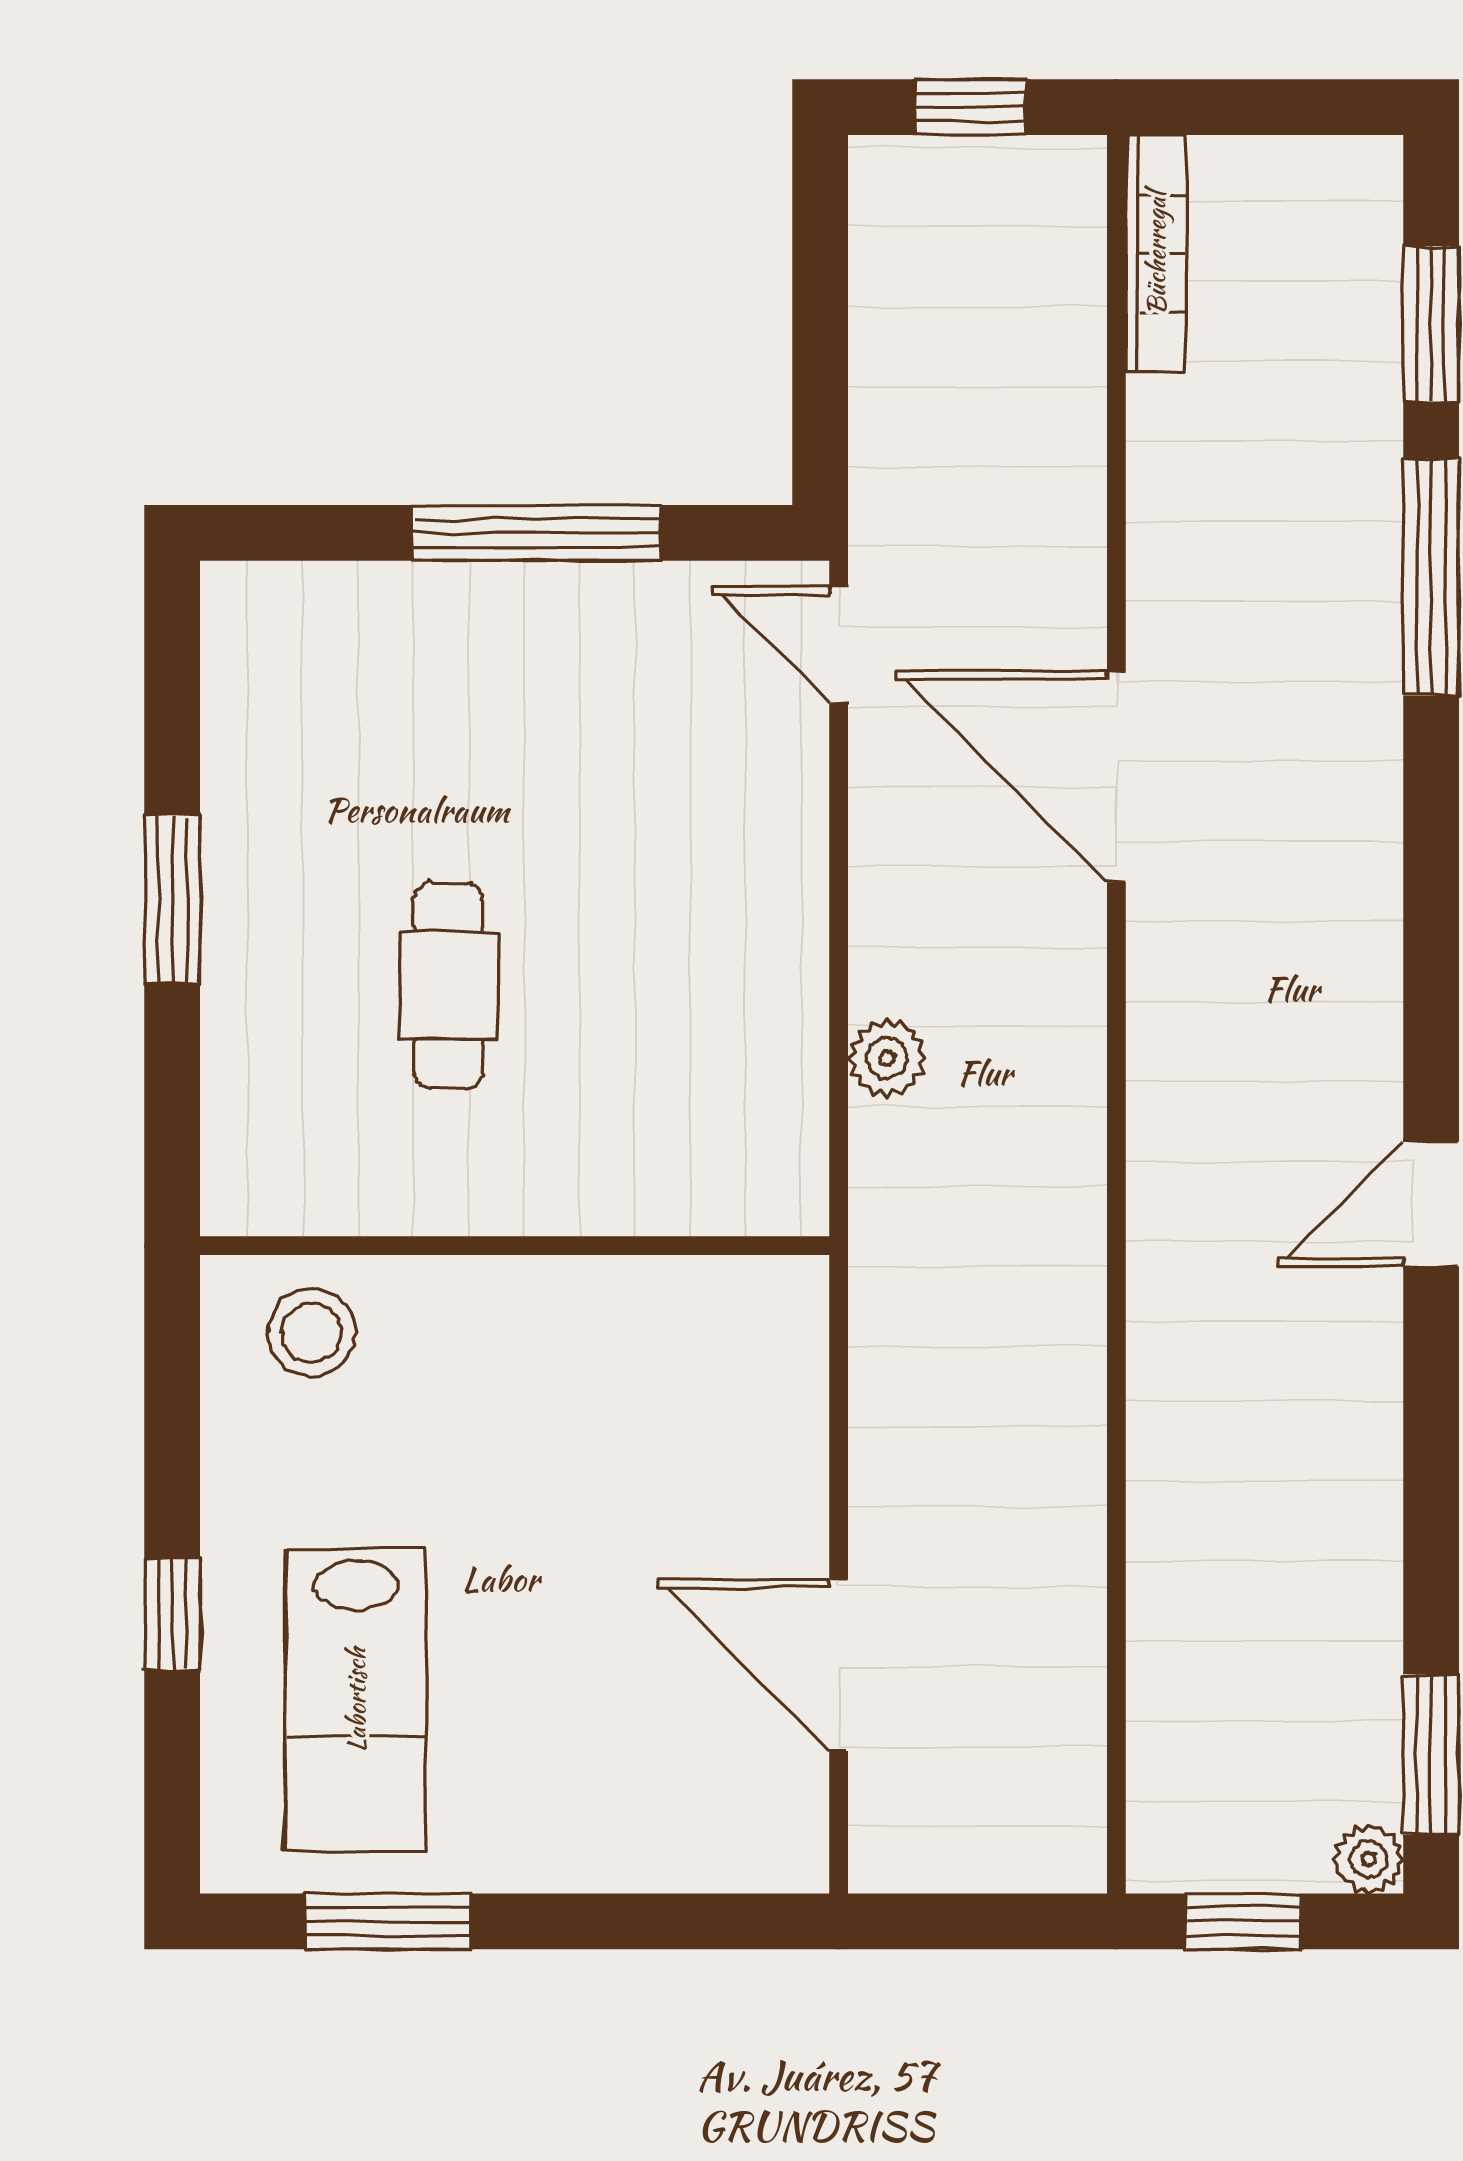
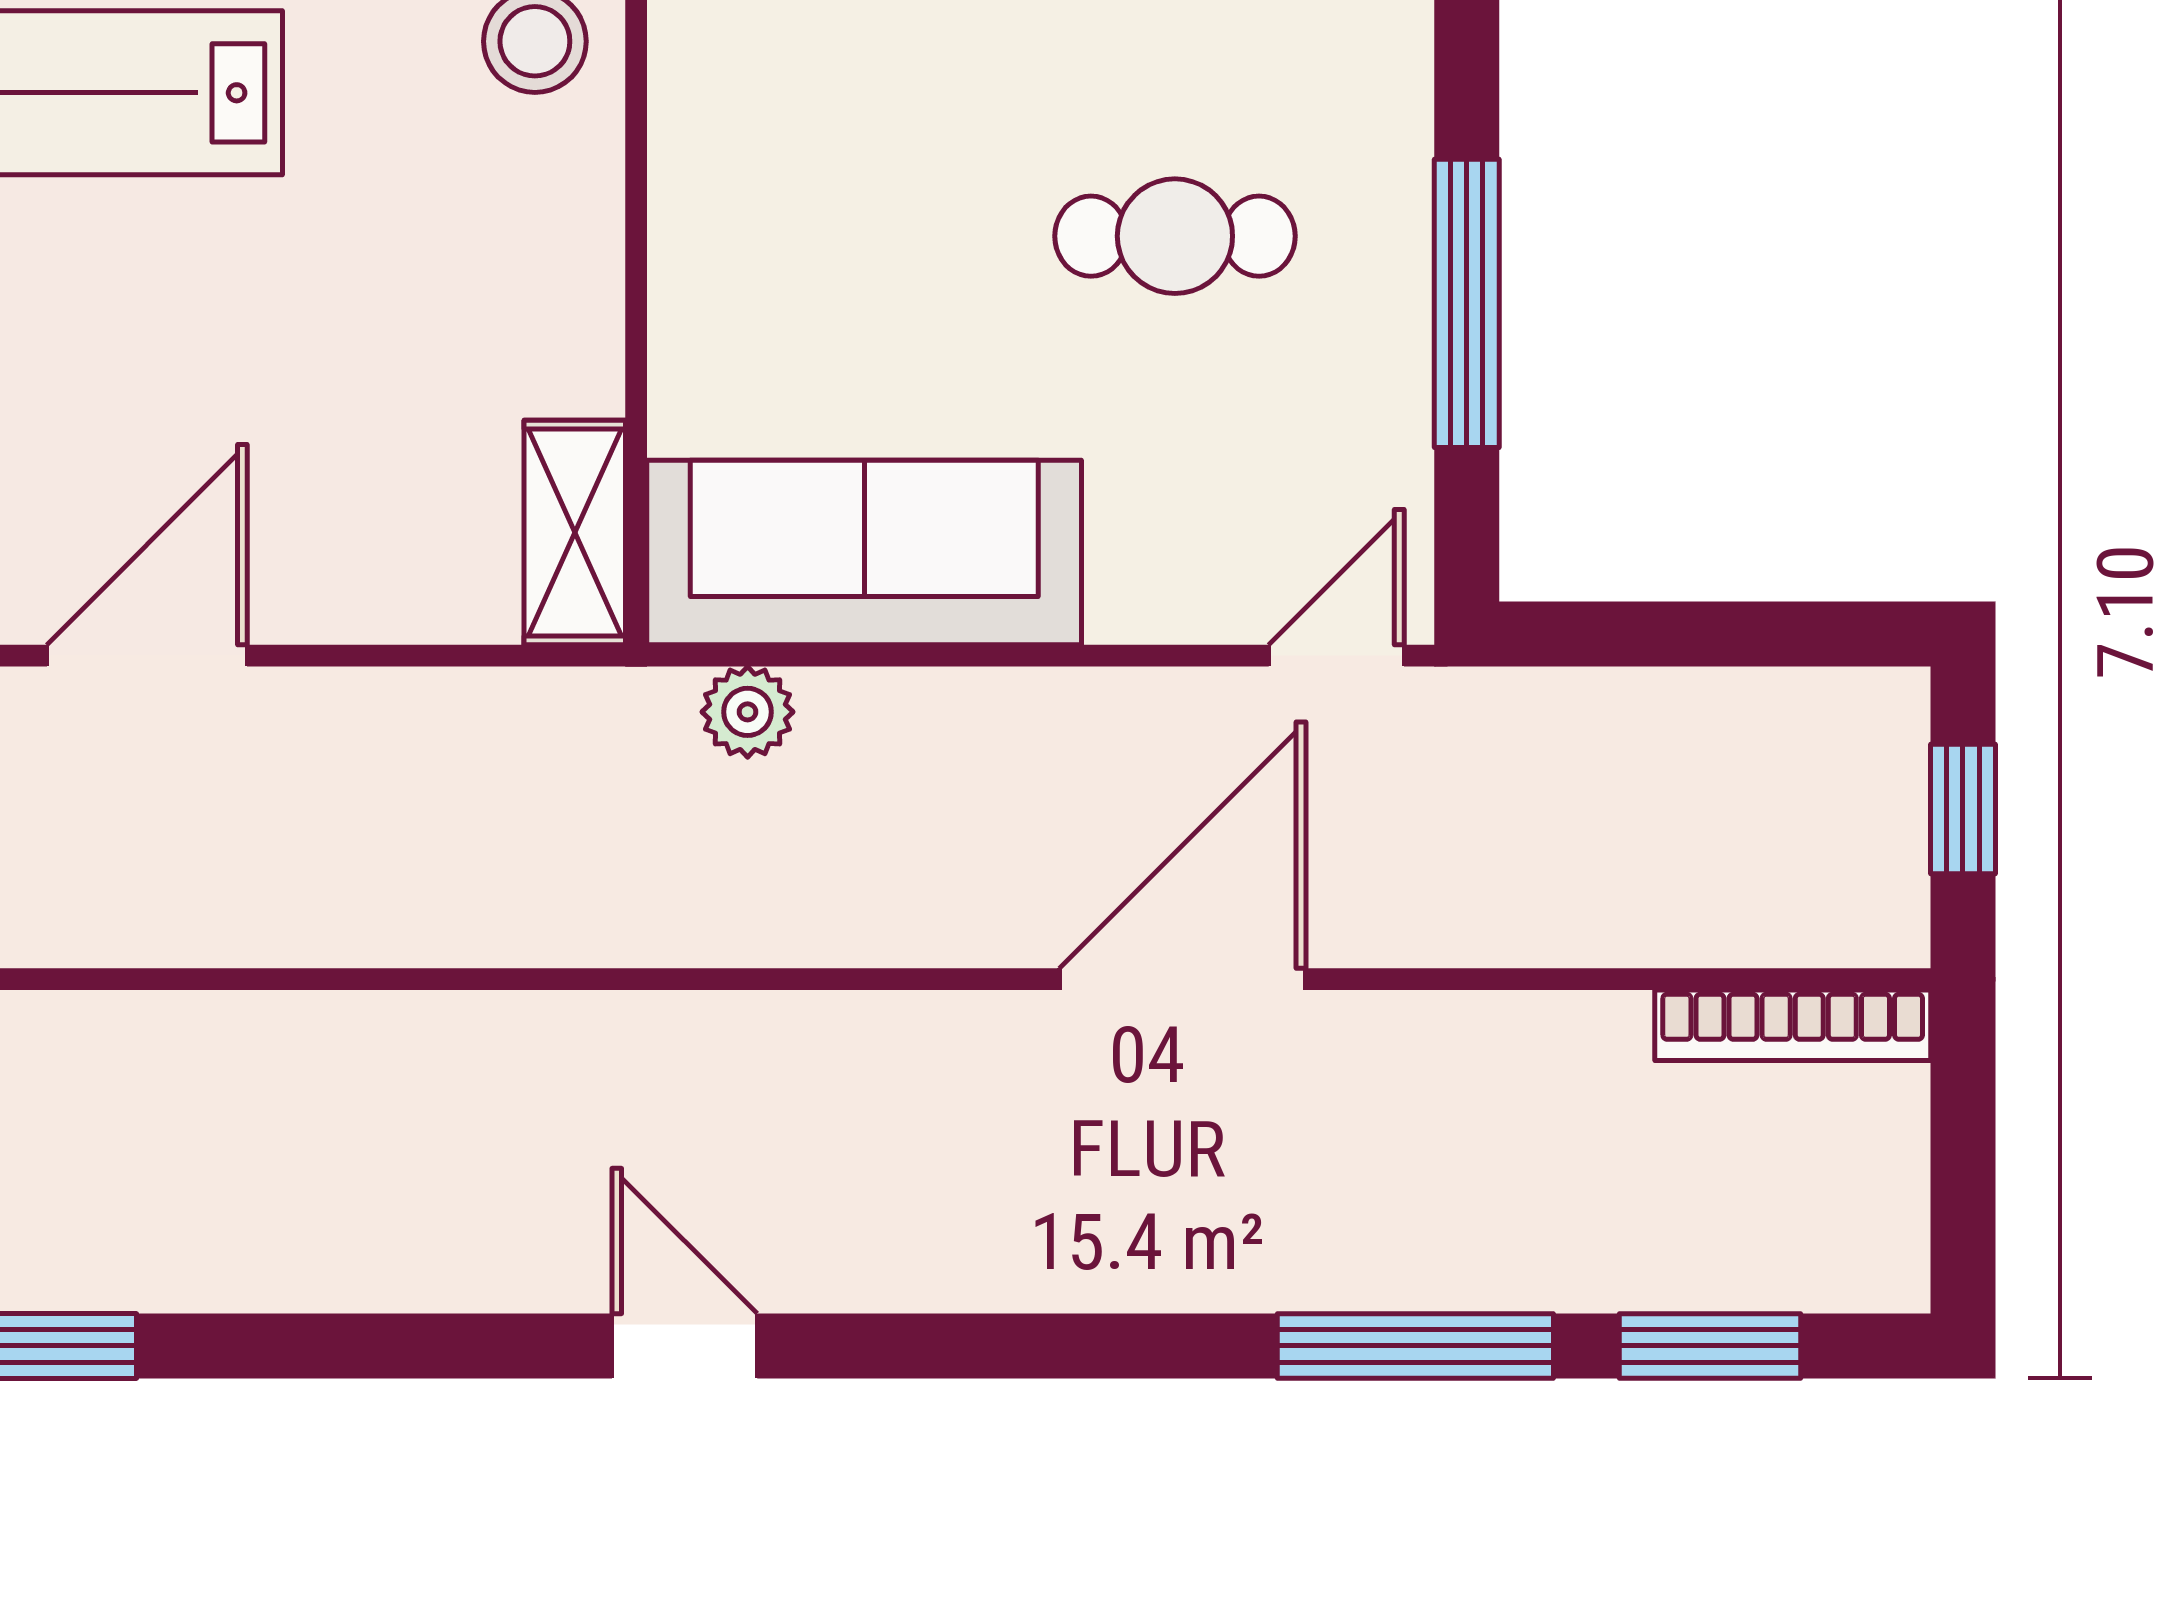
cafe table: (449, 986) -> (1175, 236), moved
sofa: (750, 1050) -> (864, 552), added
plant: (887, 1058) -> (748, 712), moved
shelving: (733, 1298) -> (575, 532), added

